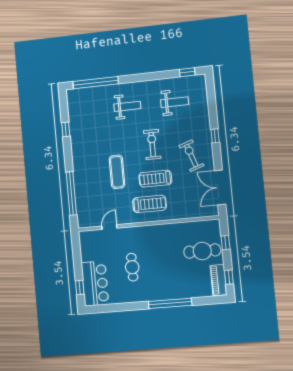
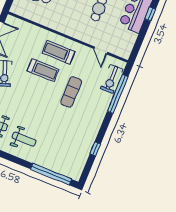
weight bench: (127, 106) -> (24, 139), moved, turned 180
exercise bike: (152, 144) -> (112, 79), moved
door: (109, 227) -> (101, 50), hinge flipped

